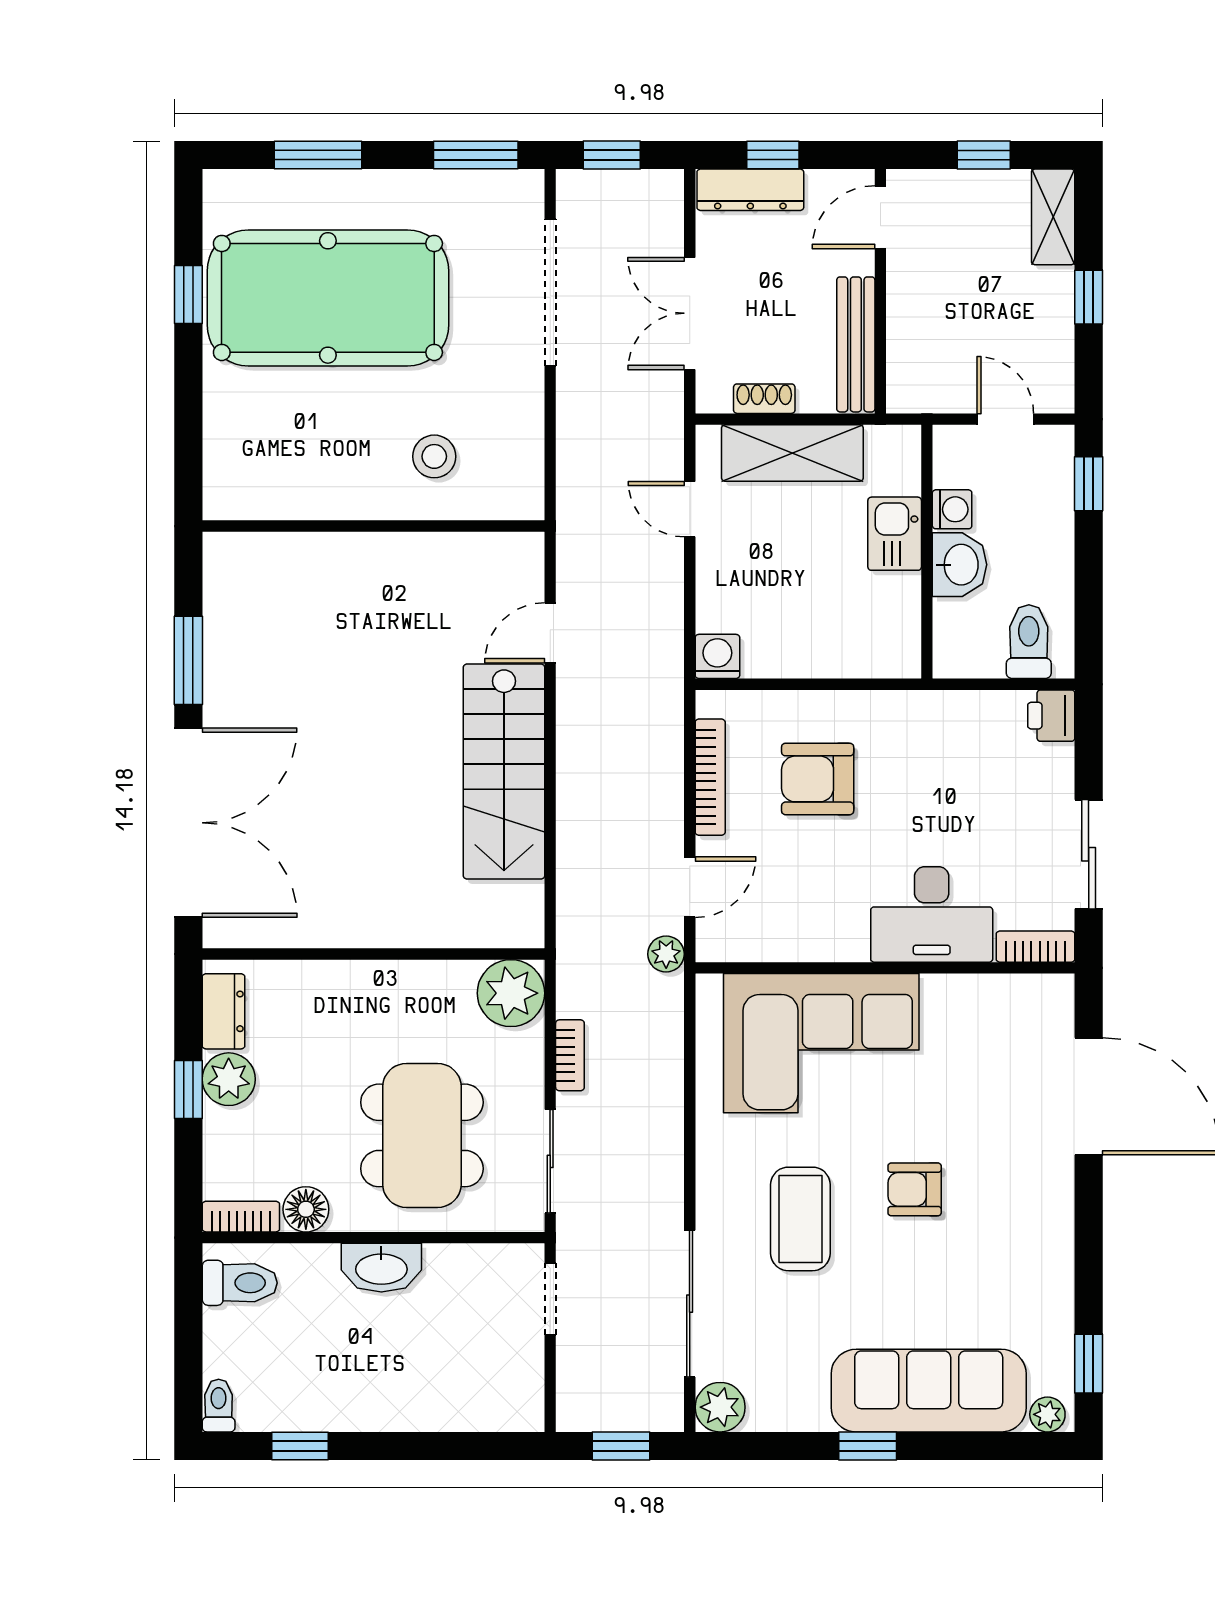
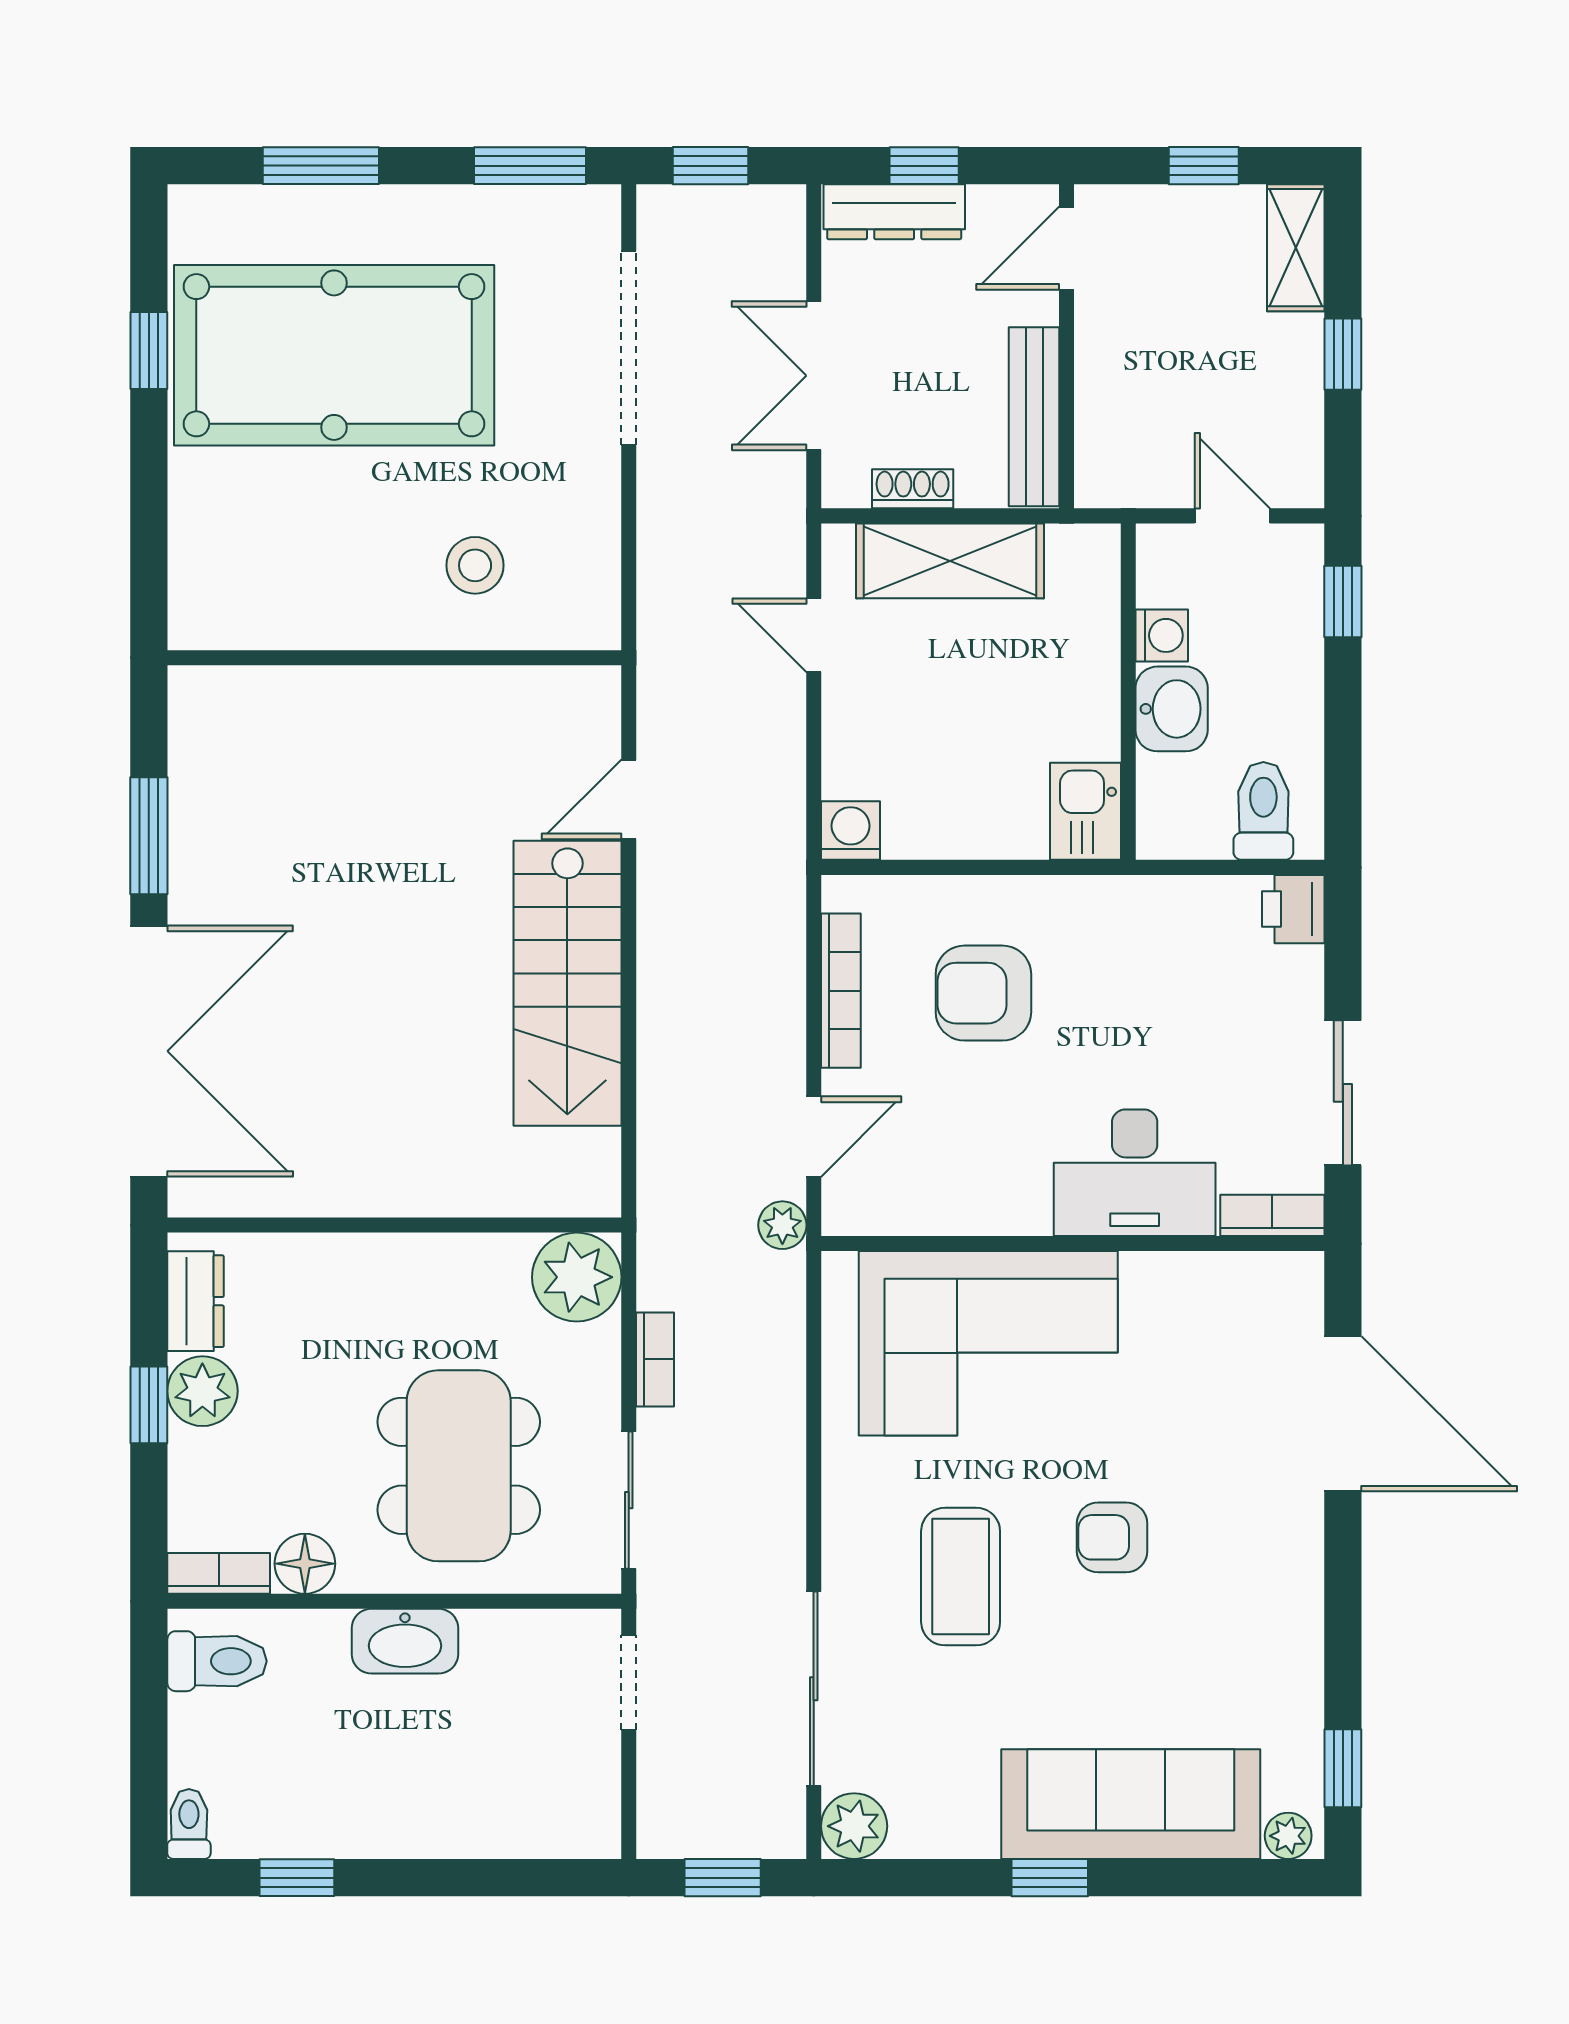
kitchen sink: (895, 534) -> (1086, 811), moved

